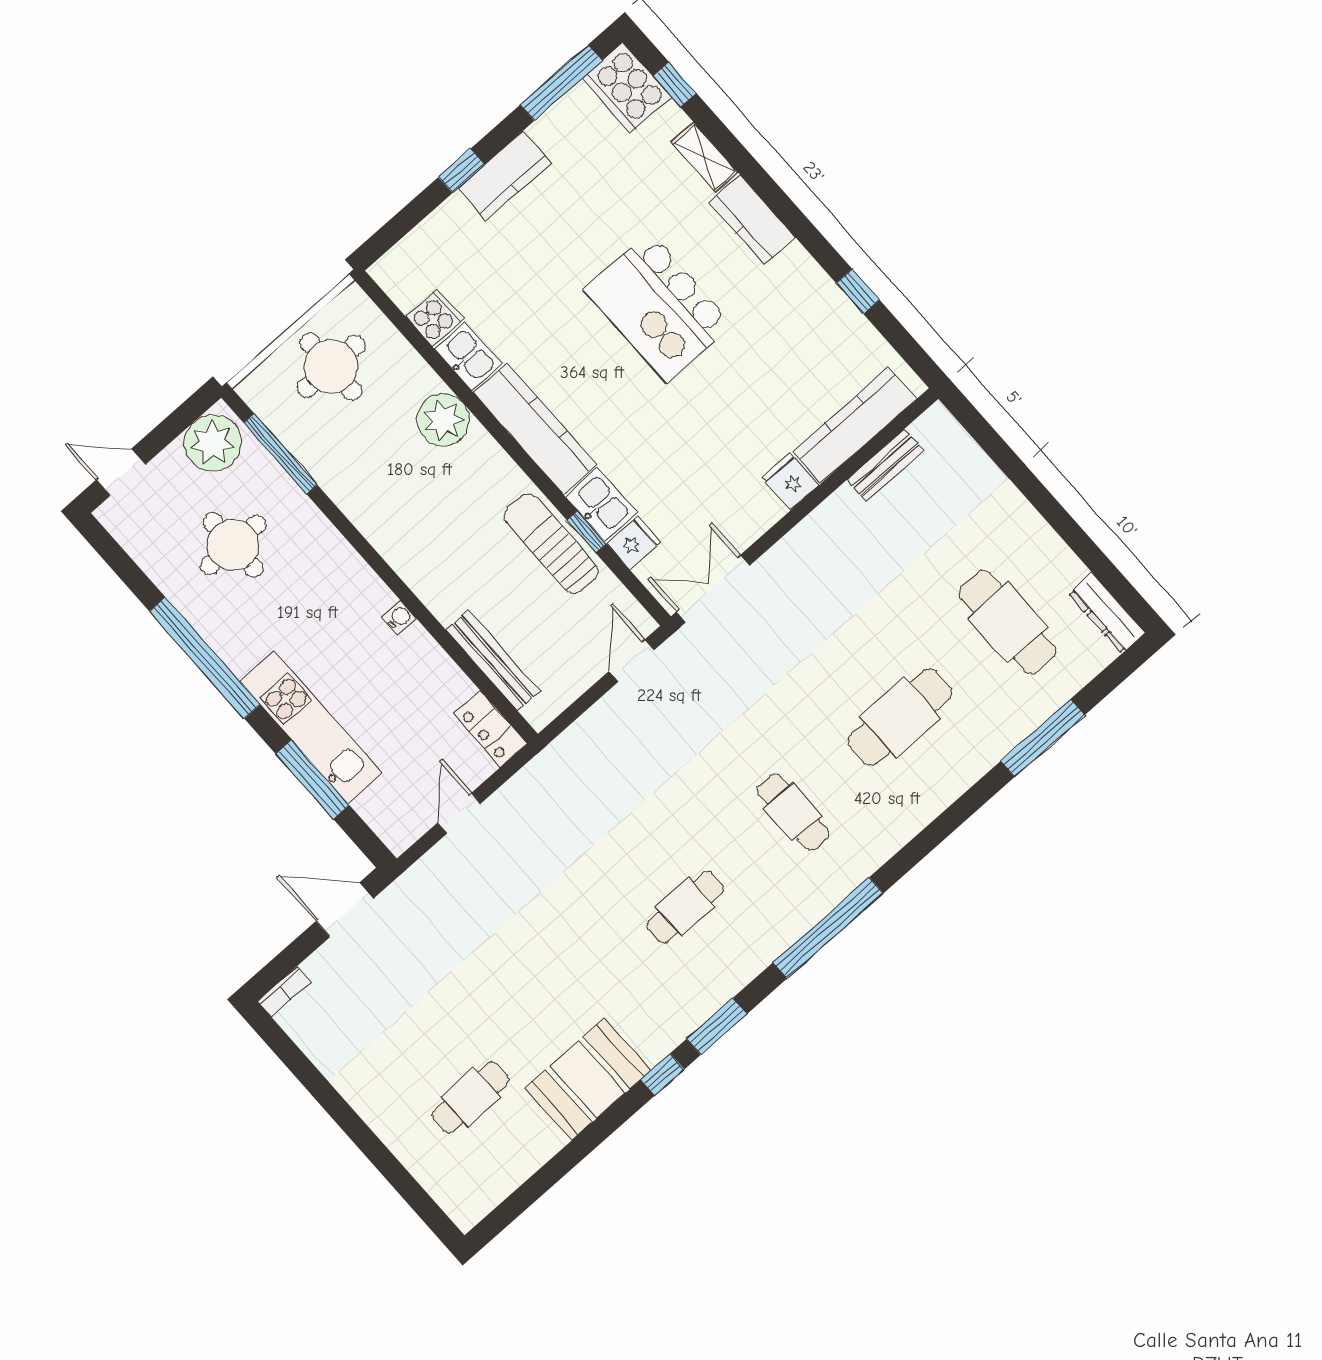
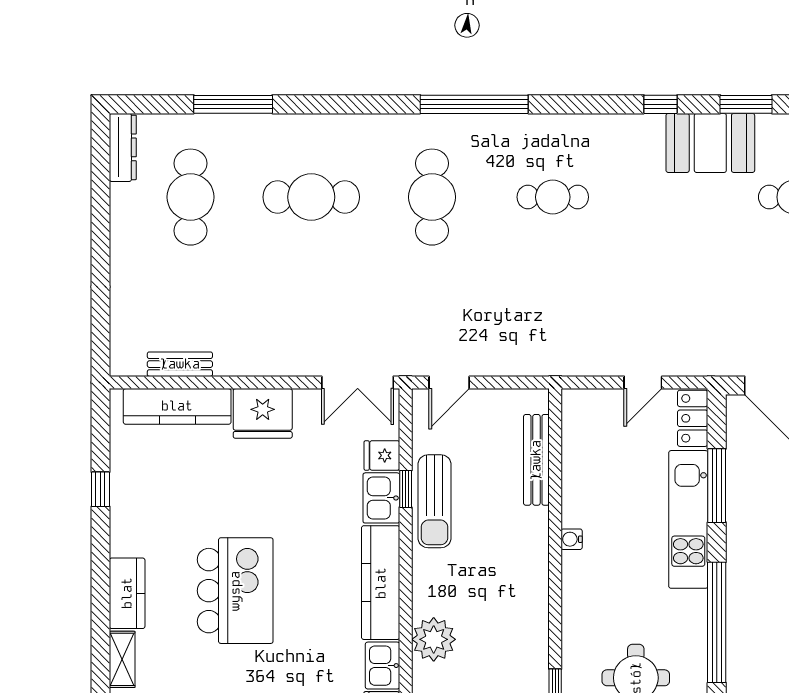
fridge: (790, 481) -> (263, 413), width x1.88, depth x1.34
locker: (490, 729) -> (693, 418), moved, turned 180
cafe table: (793, 812) -> (432, 197), width x1.37, depth x1.35
window: (717, 1026) -> (746, 104), moved

